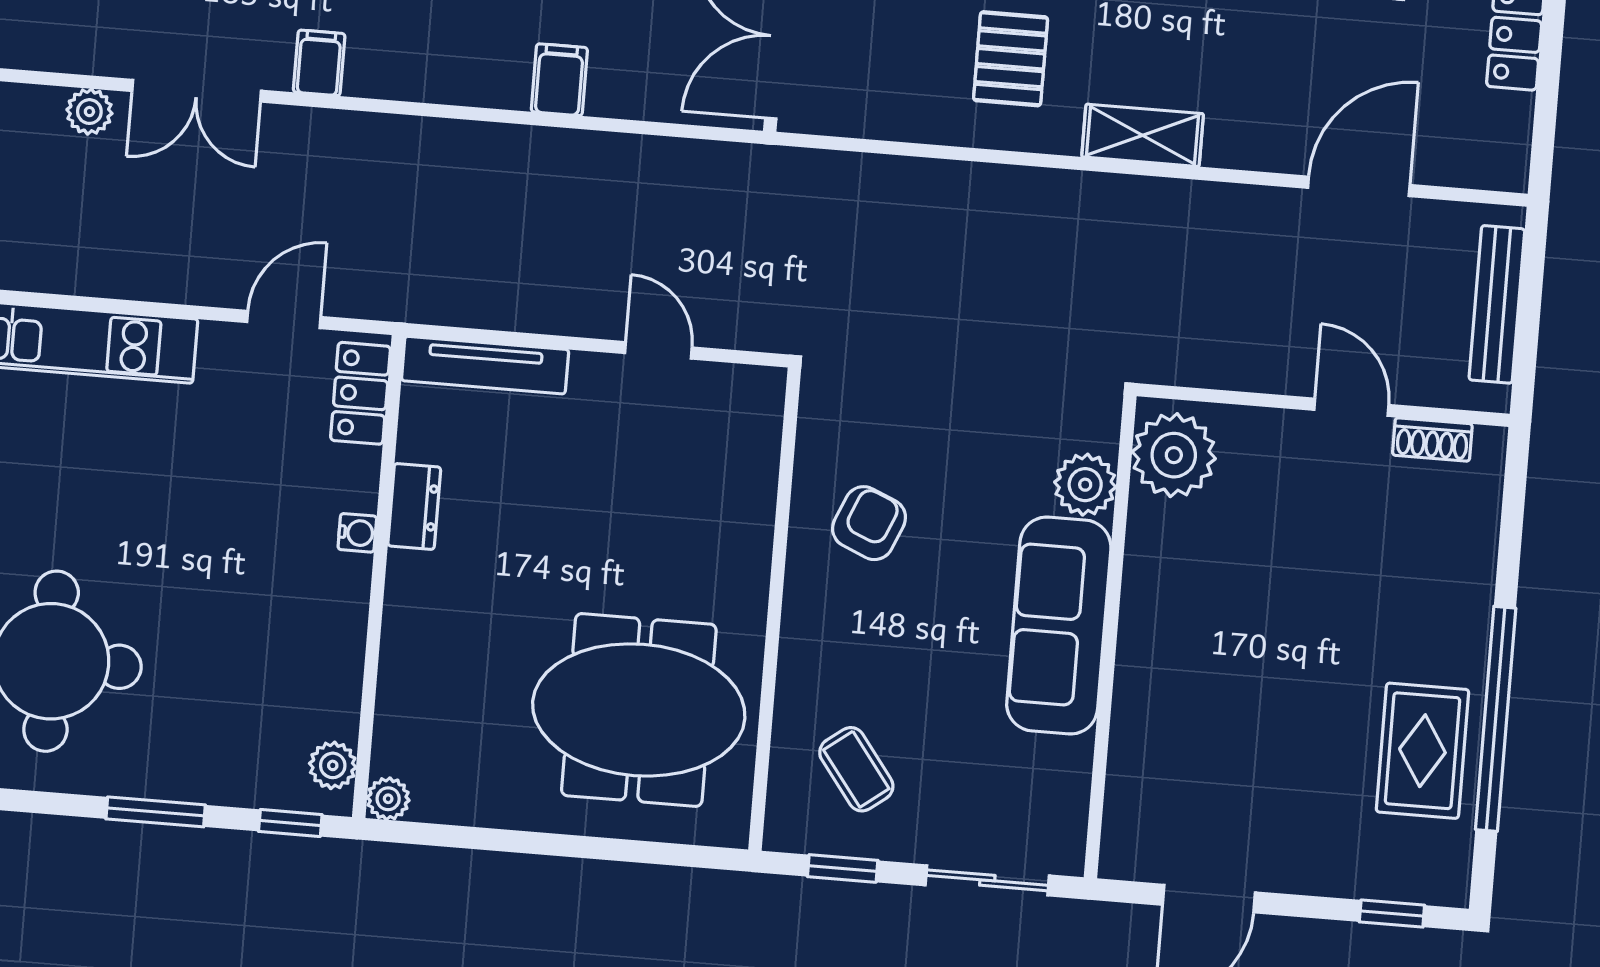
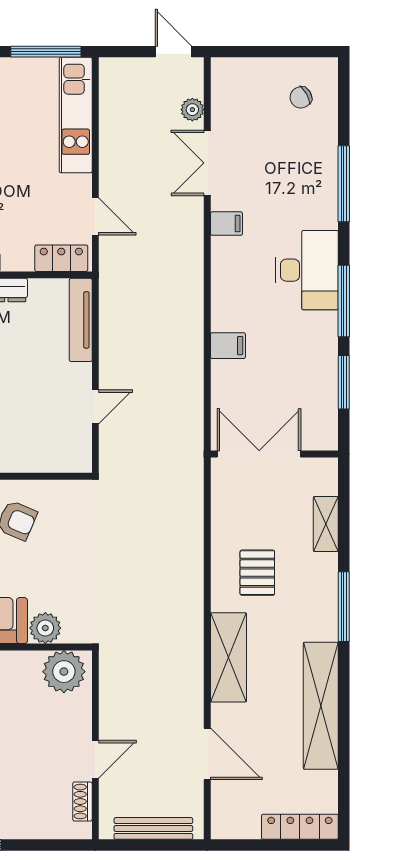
pallet: (1011, 59) -> (257, 573), turned 90
shelving: (1143, 135) -> (229, 657), width x1.50, depth x1.33

